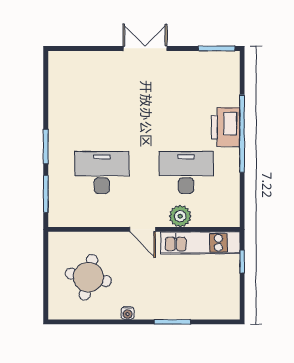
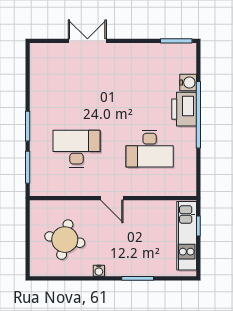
double door: (145, 48) -> (87, 41), moved
water cooler: (230, 96) -> (188, 83), added
desk: (186, 173) -> (150, 149), turned 180
plant: (180, 216) -> (145, 187), removed
kitchen unit: (200, 243) -> (187, 236), moved, turned 90

